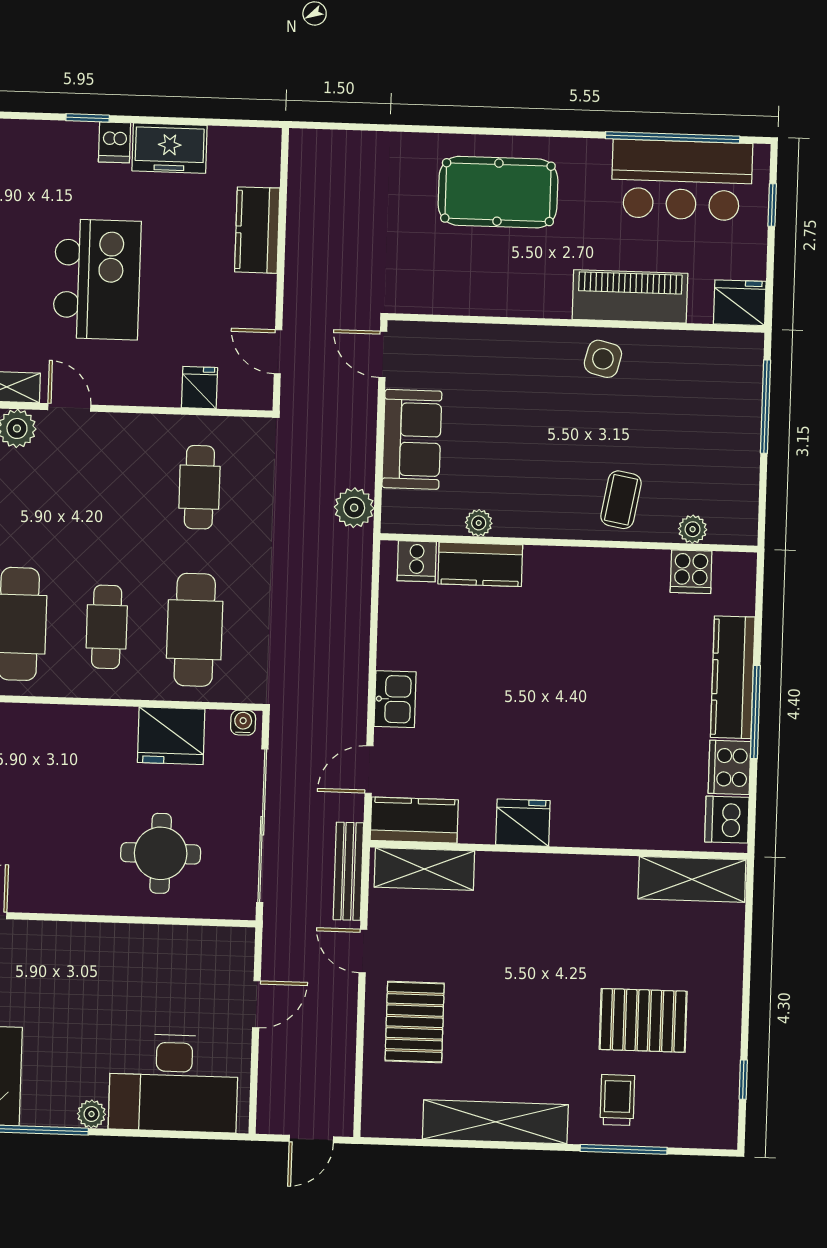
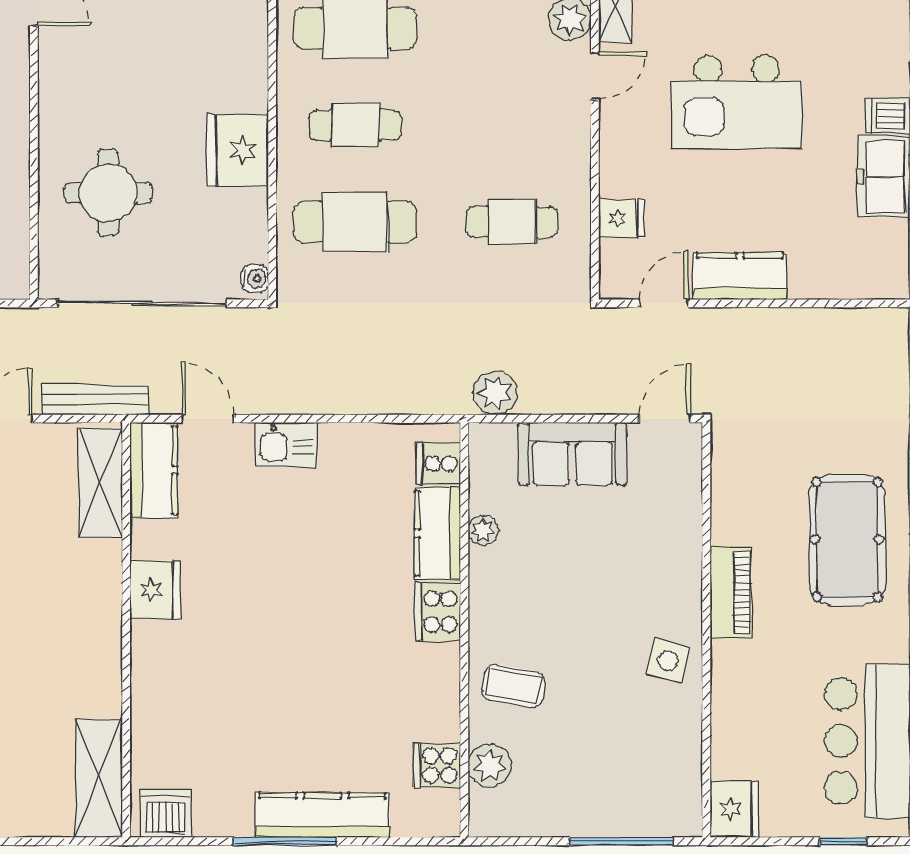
kitchen counter: (257, 230) -> (740, 276), moved
piano: (630, 296) -> (731, 593), moved, width x0.73, depth x0.75
plant: (693, 529) -> (490, 766), width x1.38, depth x1.38
fridge: (171, 736) -> (238, 150), moved
cooker: (729, 767) -> (438, 612), moved, turned -90

